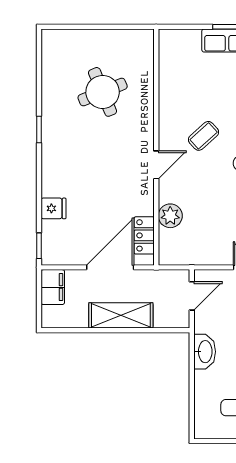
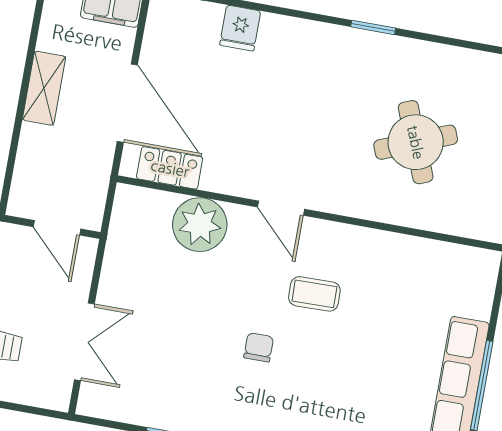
coffee table: (204, 136) -> (314, 294), turned -49
plant: (170, 216) -> (200, 225), width x1.36, depth x1.36
shelving: (121, 315) -> (44, 88), width x0.67, depth x0.75

